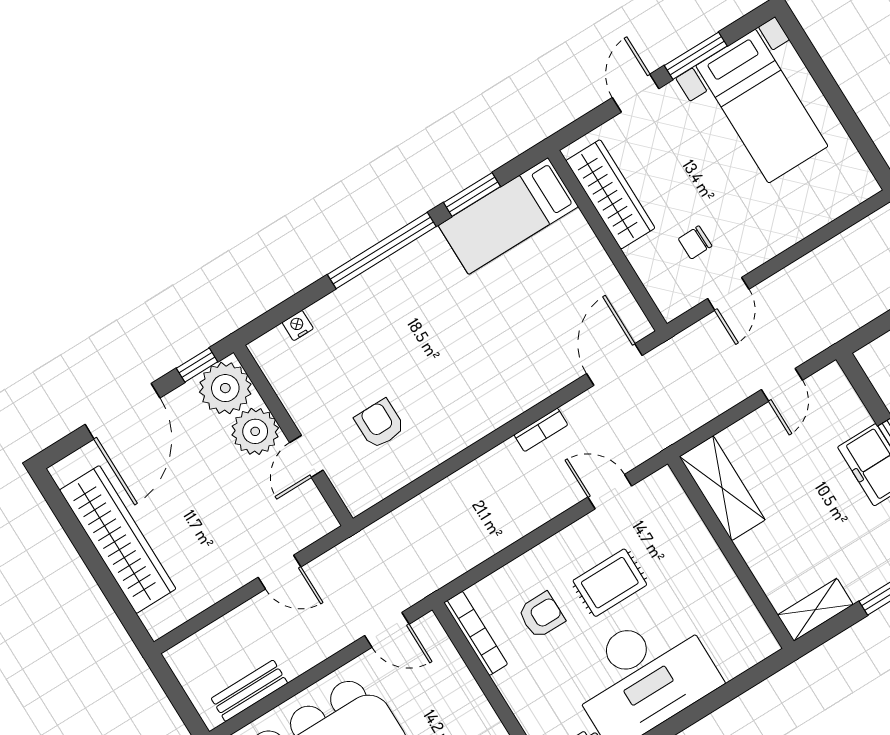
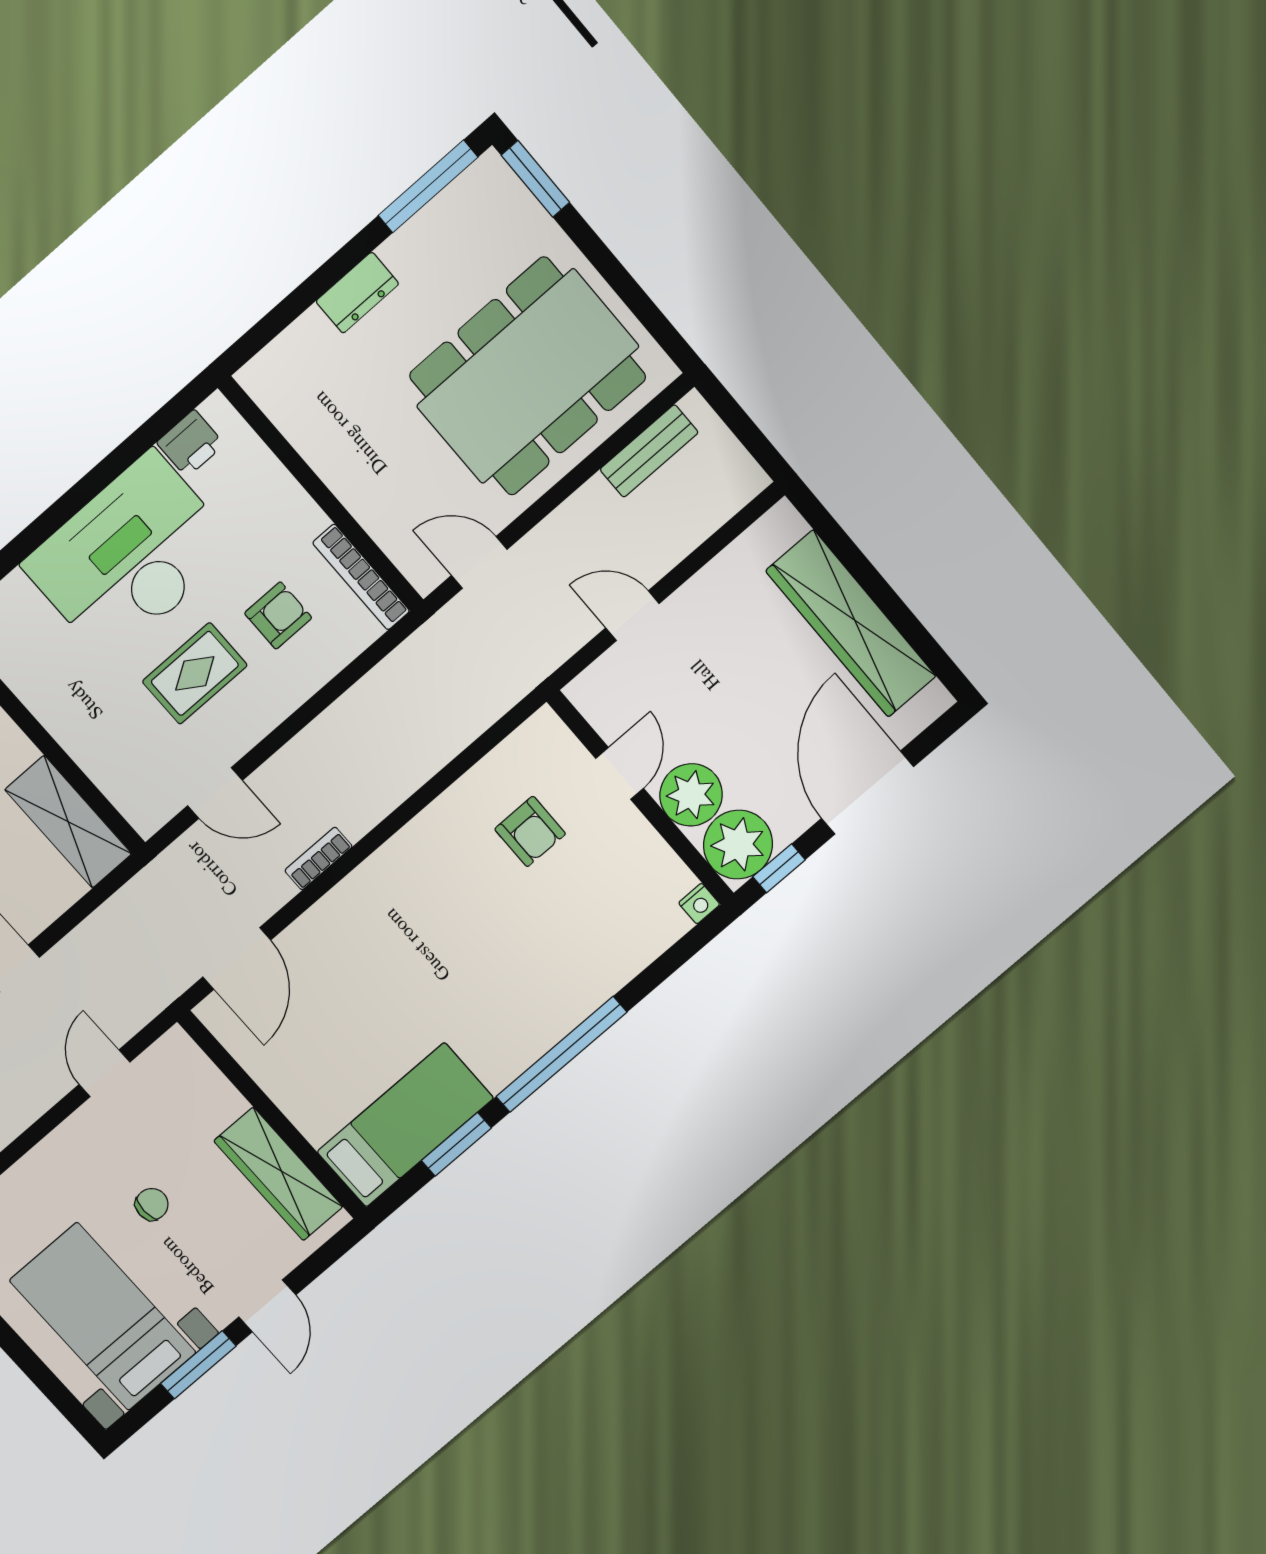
chair: (695, 242) -> (152, 1204), moved
nightstand: (298, 325) -> (699, 904), moved
armchair: (541, 615) -> (278, 615), turned 180

